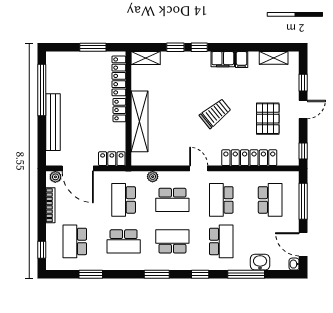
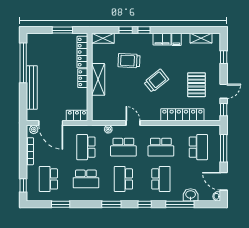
trolley: (180, 87) -> (129, 61), added
door: (303, 109) -> (224, 91), moved
shelving: (139, 121) -> (98, 79), width x0.68
door: (199, 168) -> (133, 123), moved
school desk: (221, 200) -> (161, 147), turned -90
school desk: (172, 241) -> (123, 179), turned -90

